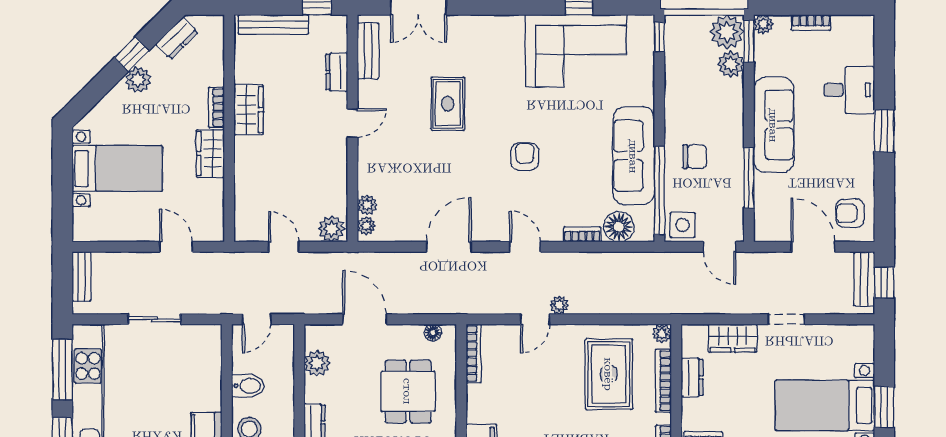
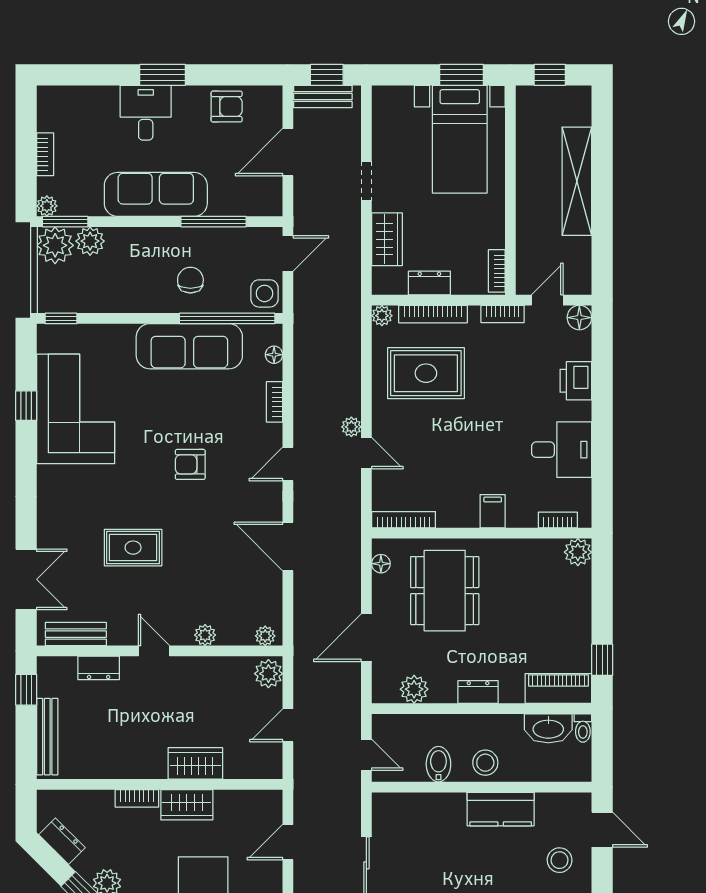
desk: (849, 90) -> (146, 113), moved
wardrobe: (249, 110) -> (195, 763), moved
plant: (367, 205) -> (205, 635), moved
armchair: (850, 213) -> (227, 107), moved, turned -90
floor lamp: (619, 227) -> (274, 355), width x0.53, depth x0.53
dining table: (408, 391) -> (445, 591), width x1.37

